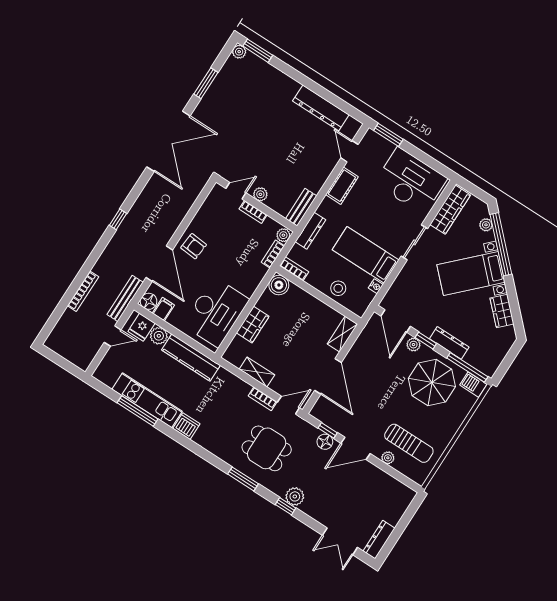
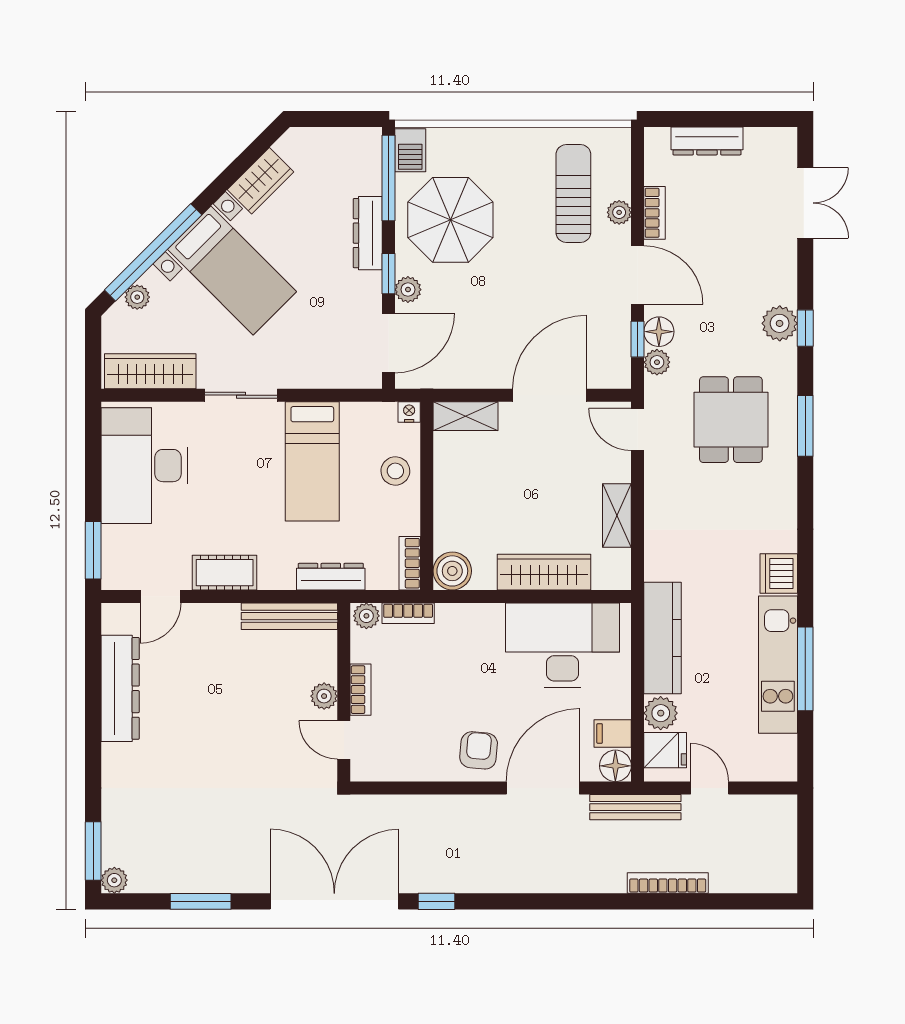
bench: (301, 207) -> (289, 616), width x1.36
window: (118, 219) -> (437, 901), moved
nightstand: (376, 286) -> (409, 412), moved
wardrobe: (253, 325) -> (544, 572), width x1.50
bookcase: (263, 399) -> (655, 213), moved
plant: (312, 432) -> (657, 362), added
dresser: (379, 540) -> (707, 141), moved

